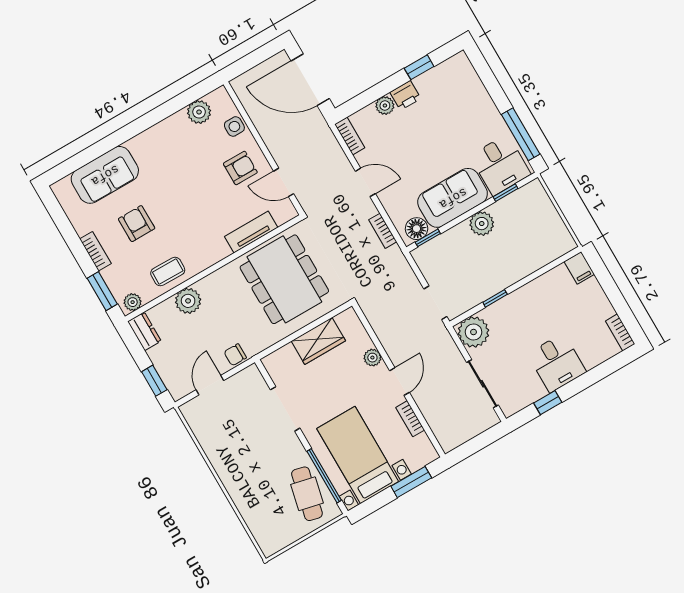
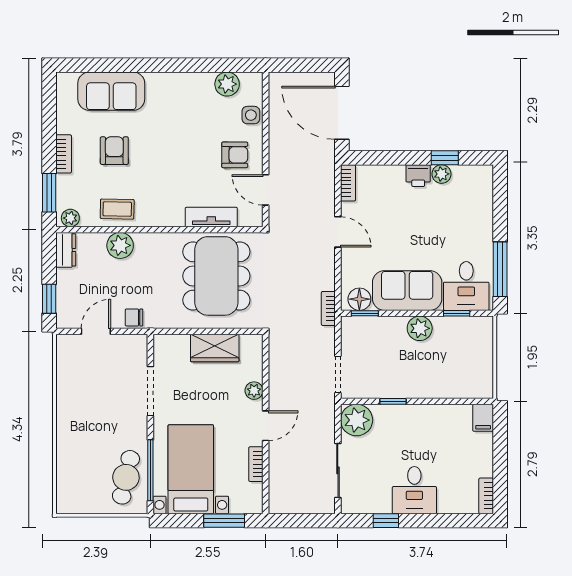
plant: (385, 106) -> (441, 174), moved
bookcase: (383, 231) -> (328, 308), moved

